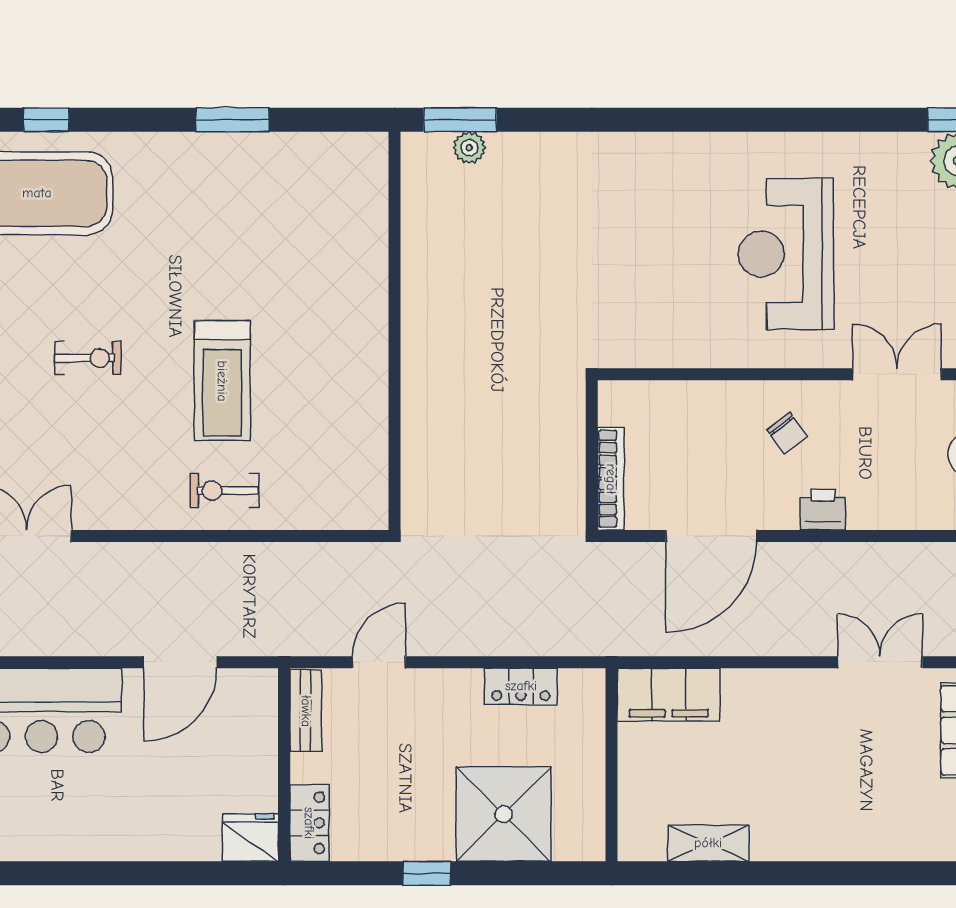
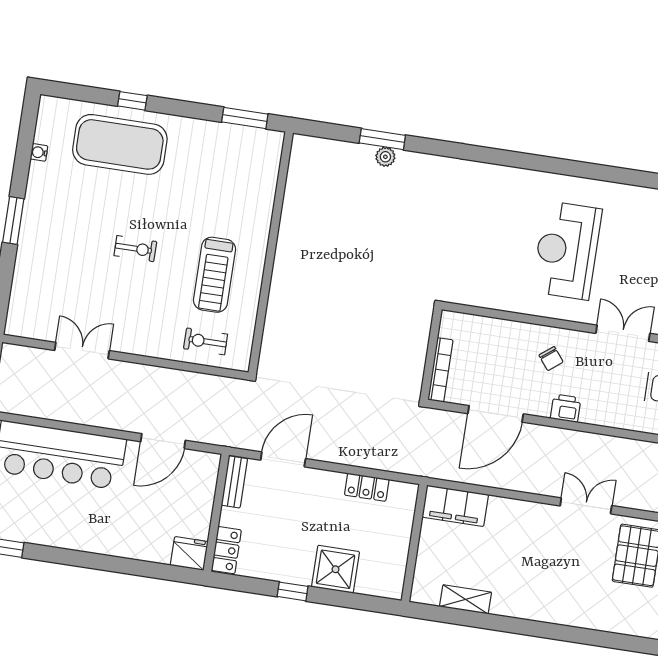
wall: (395, 331) -> (271, 253), moved
door: (379, 662) -> (283, 459), width x1.38
shower: (503, 814) -> (336, 569), width x0.73, depth x0.73

